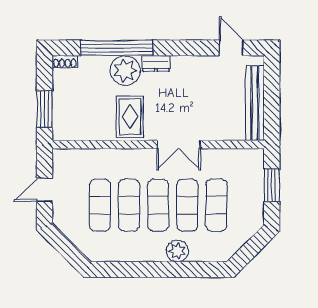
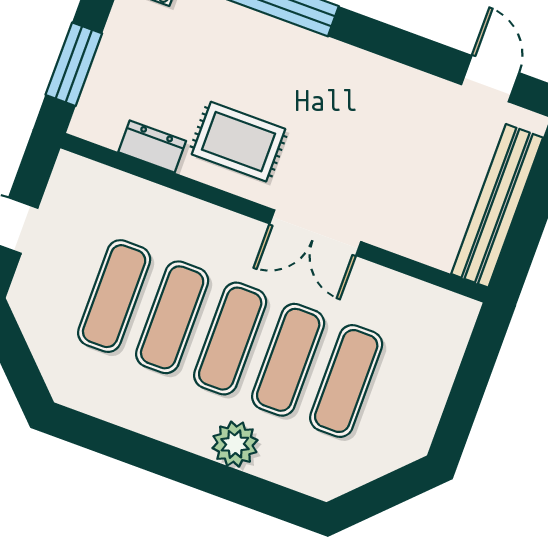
dresser: (156, 63) -> (152, 147), moved, turned 180
plant: (125, 70) -> (263, 46), removed
rug: (130, 117) -> (238, 142), turned 90
window: (272, 185) -> (471, 382), removed

